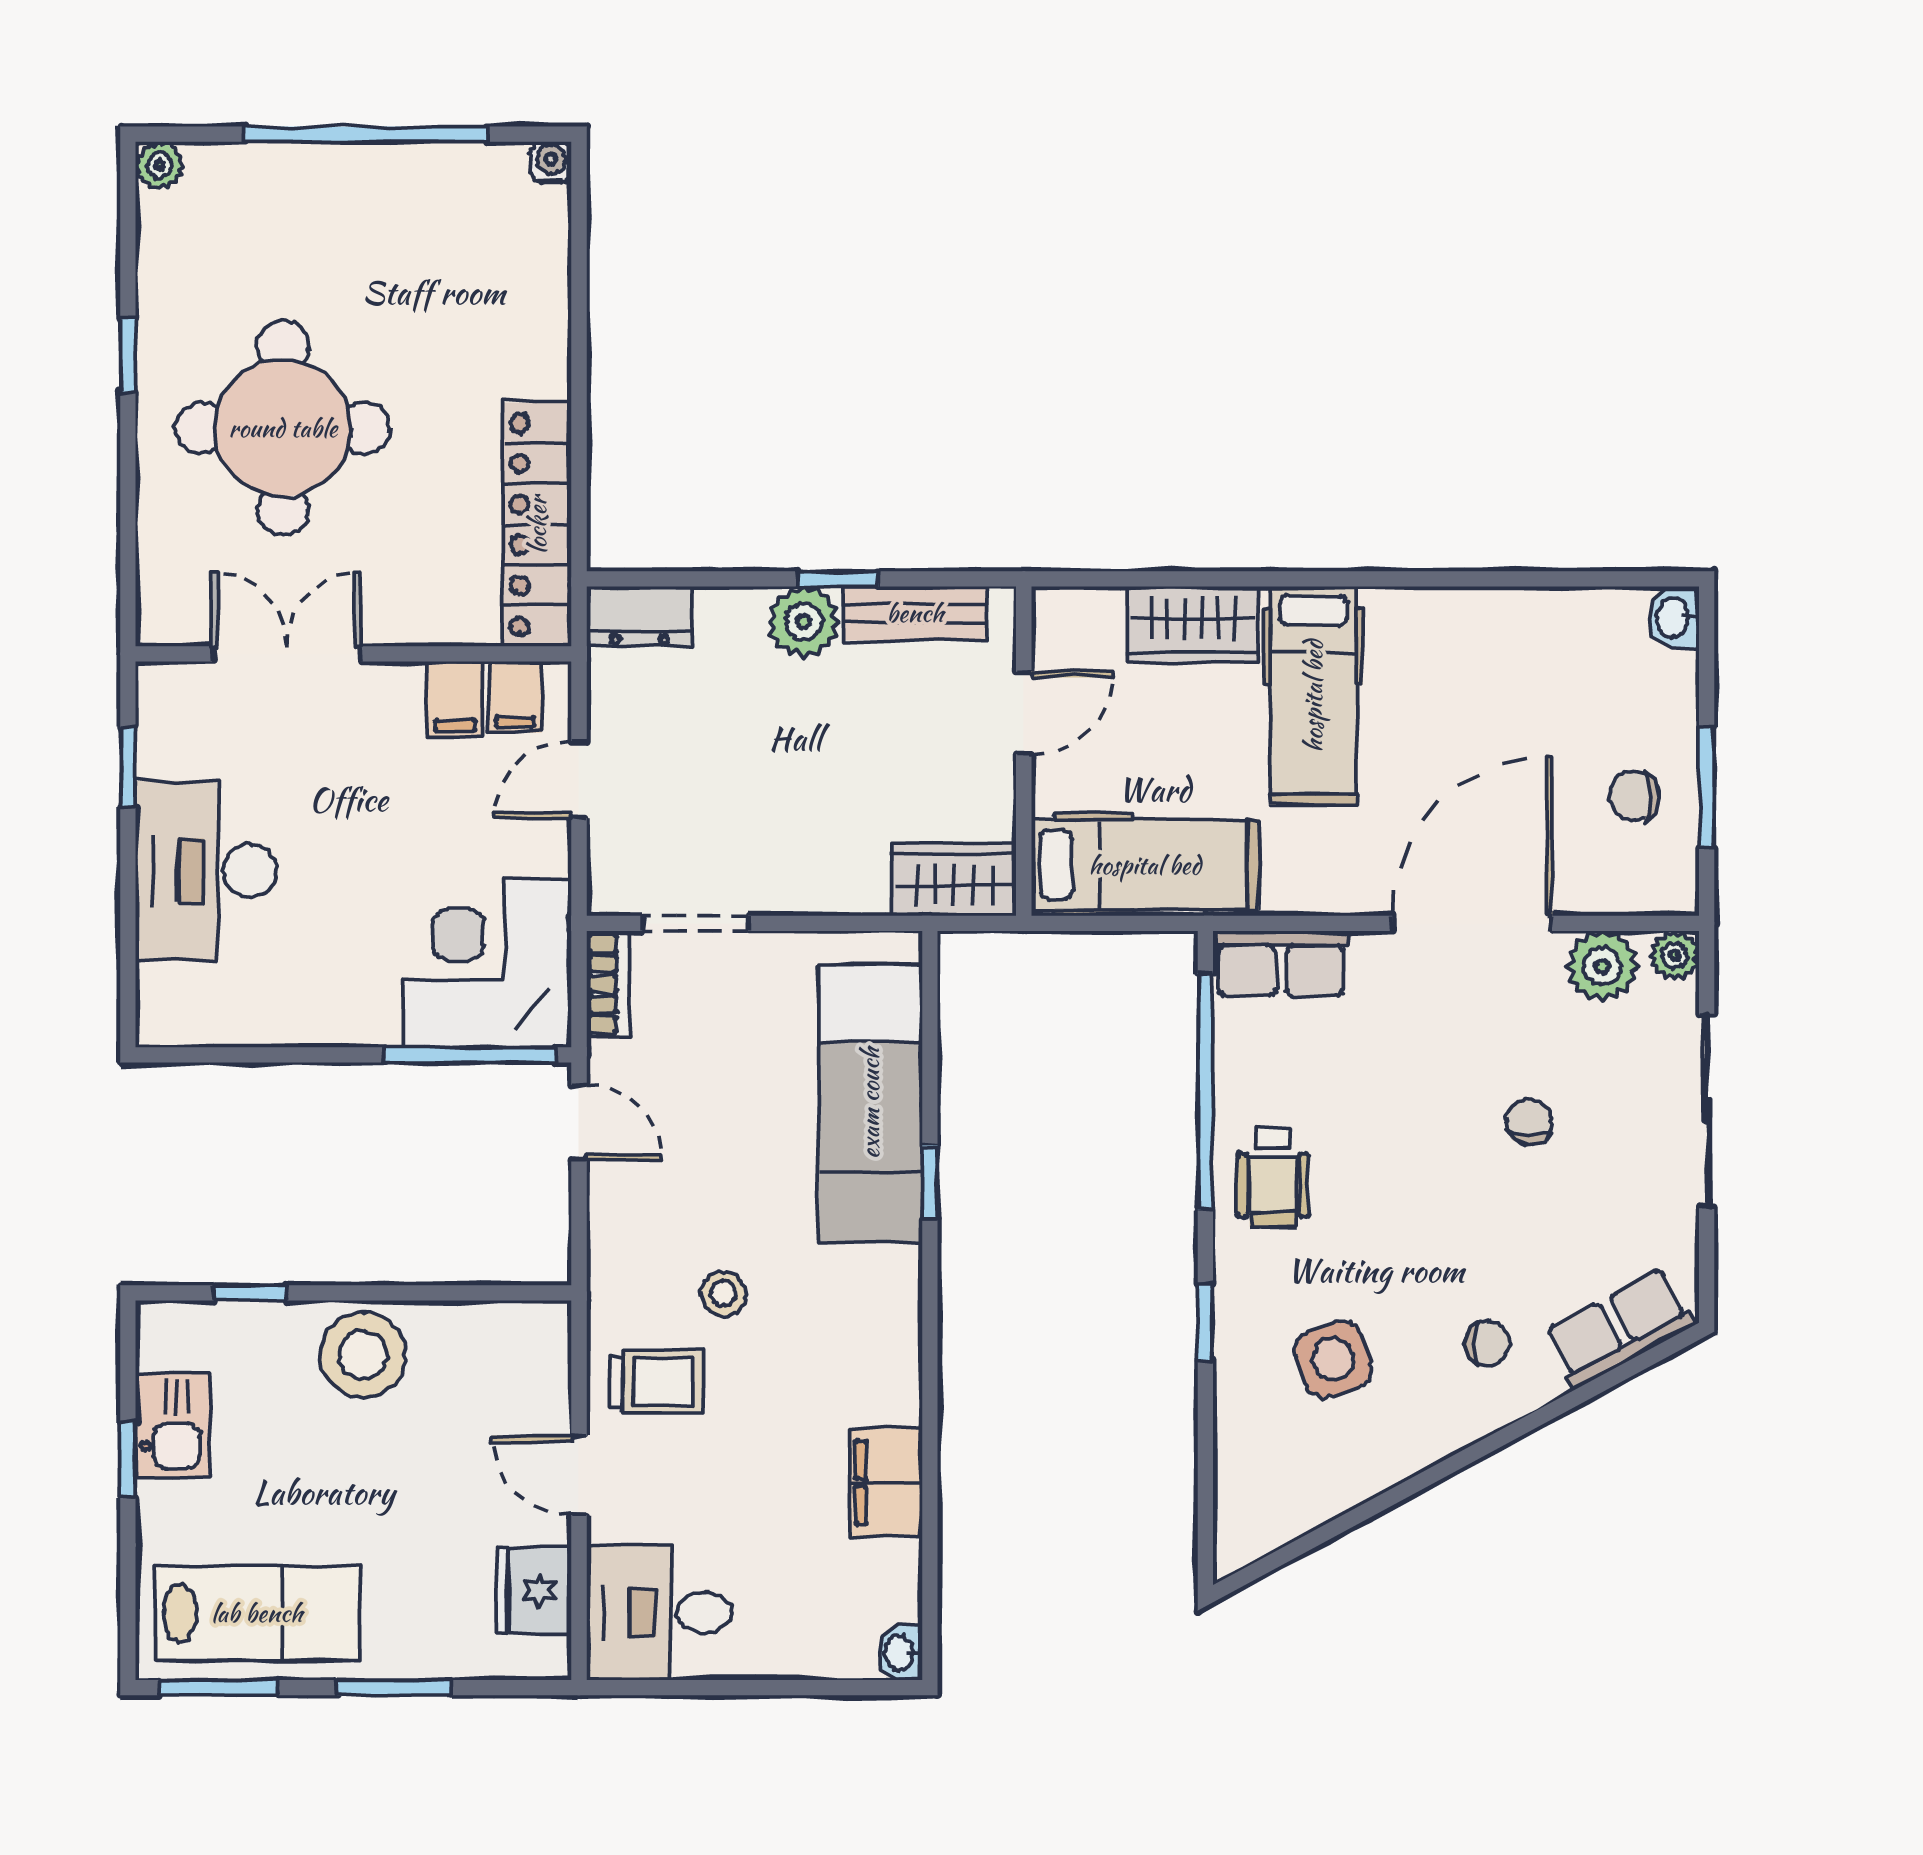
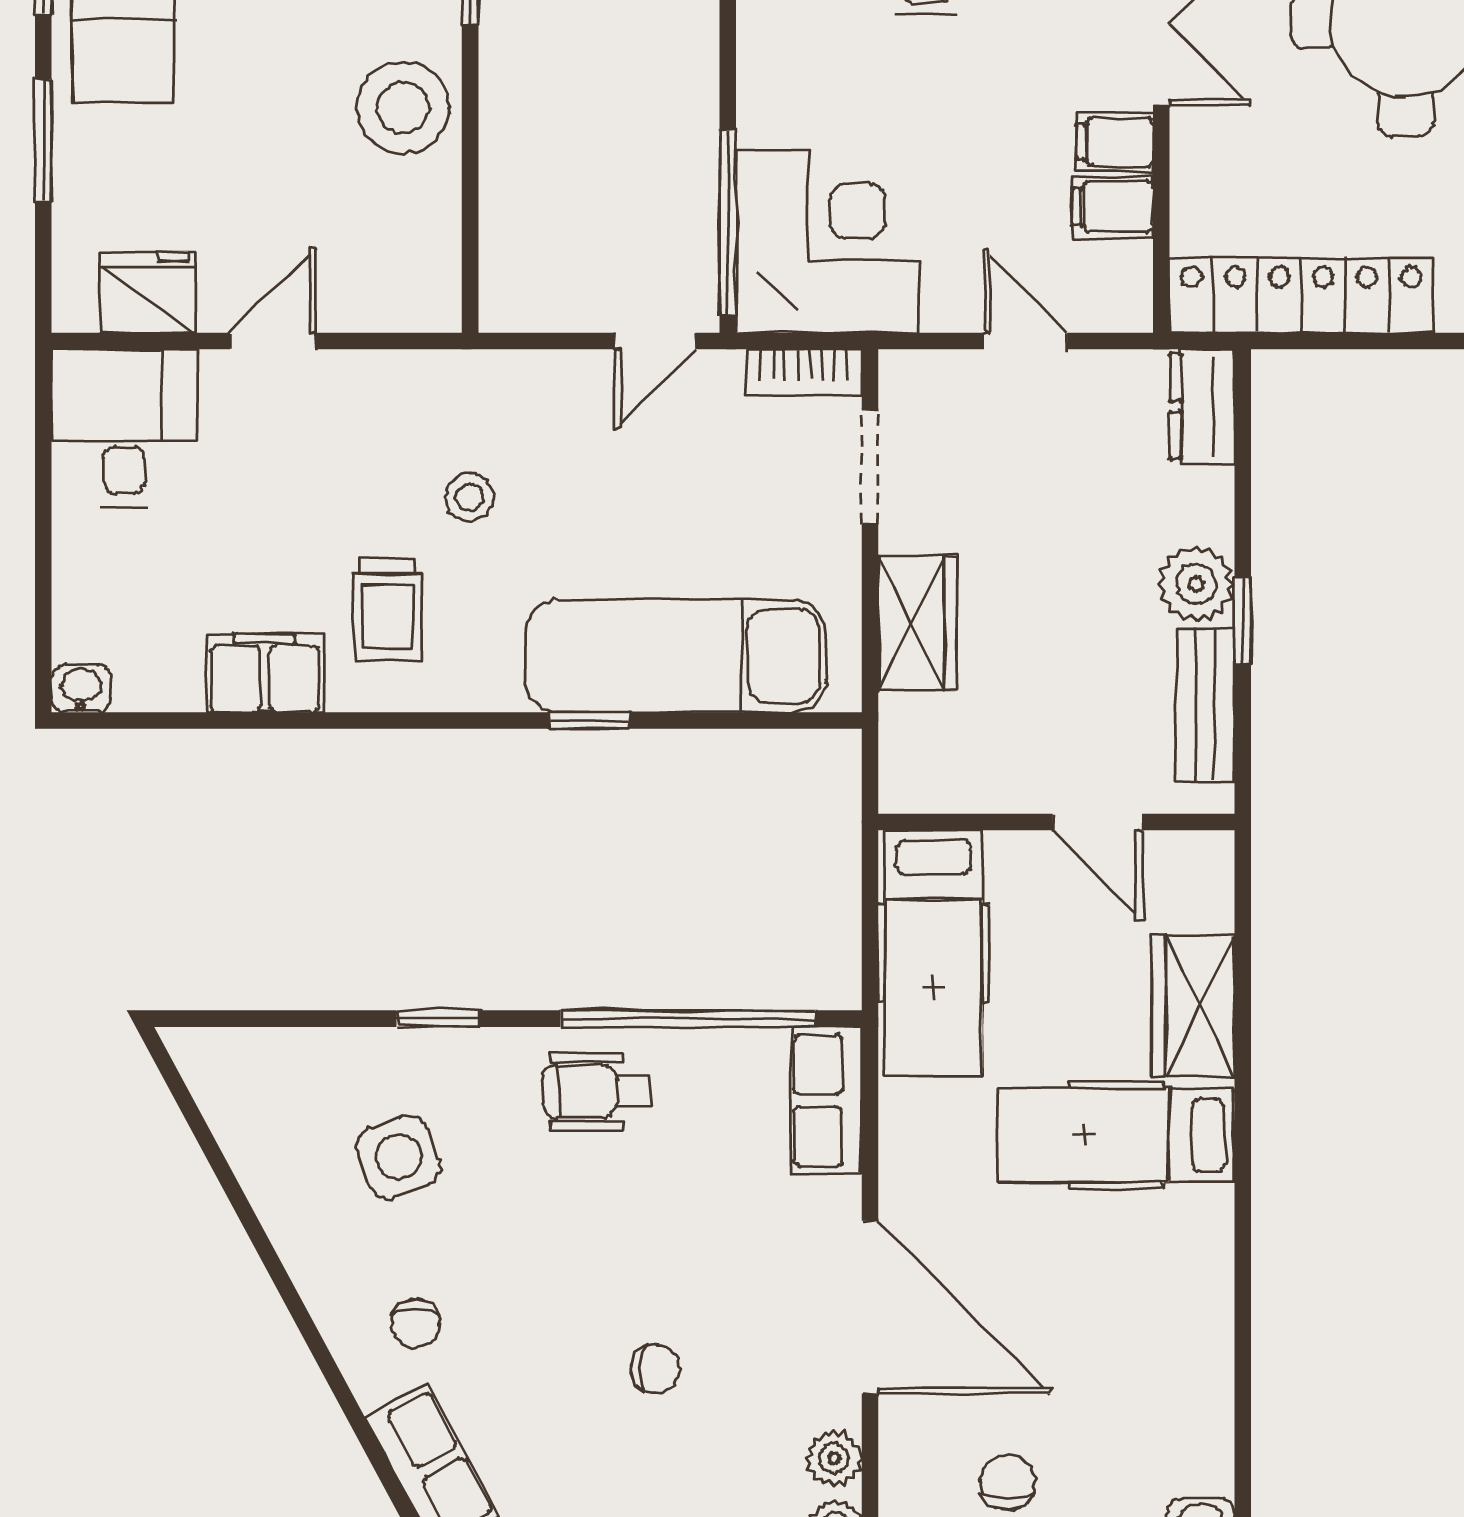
filing cabinet: (515, 697) -> (1115, 142), moved
wardrobe: (954, 880) -> (917, 623), moved
plant: (1602, 966) -> (834, 1458), width x0.73, depth x0.73
trolley: (656, 1382) -> (388, 610), moved

